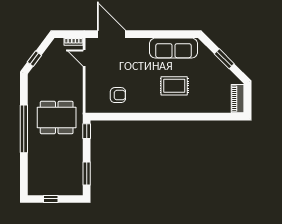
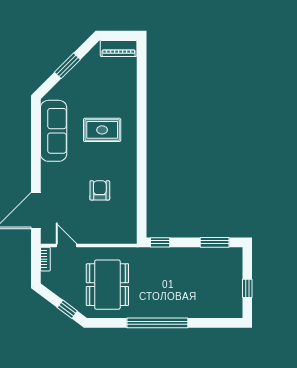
door: (84, 58) -> (66, 245), swing flipped
rug: (174, 86) -> (102, 130), turned 90
armchair: (118, 95) -> (100, 190), moved
dining table: (57, 118) -> (107, 285), moved

